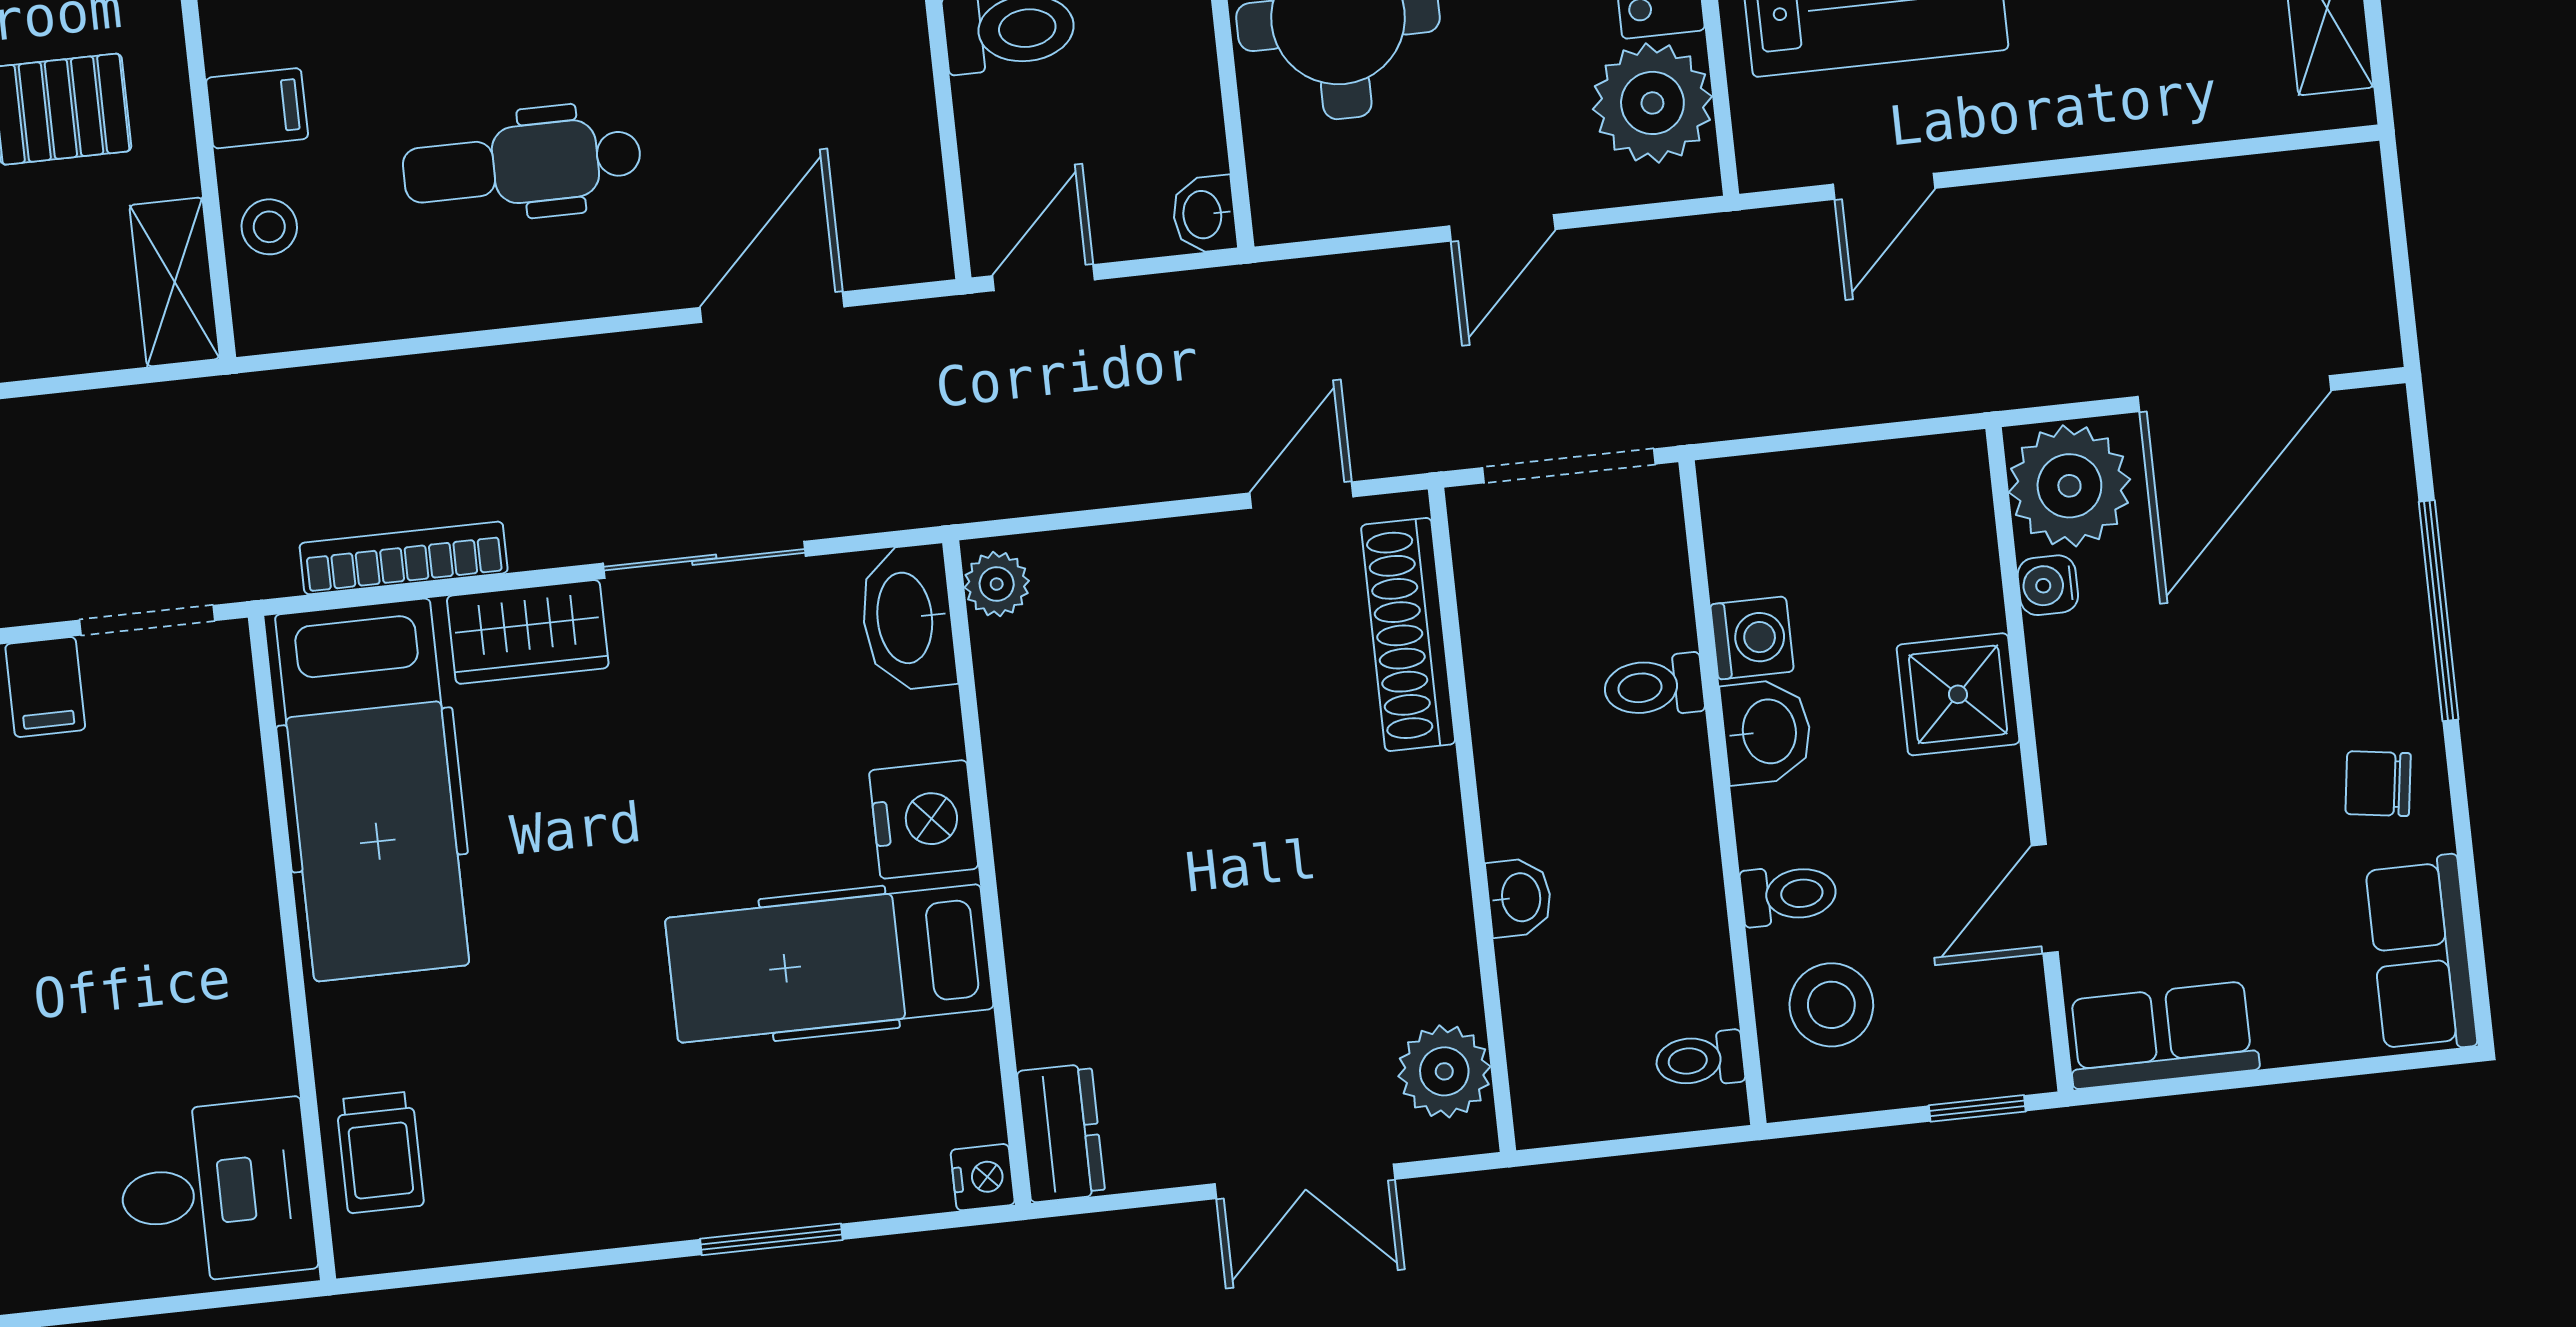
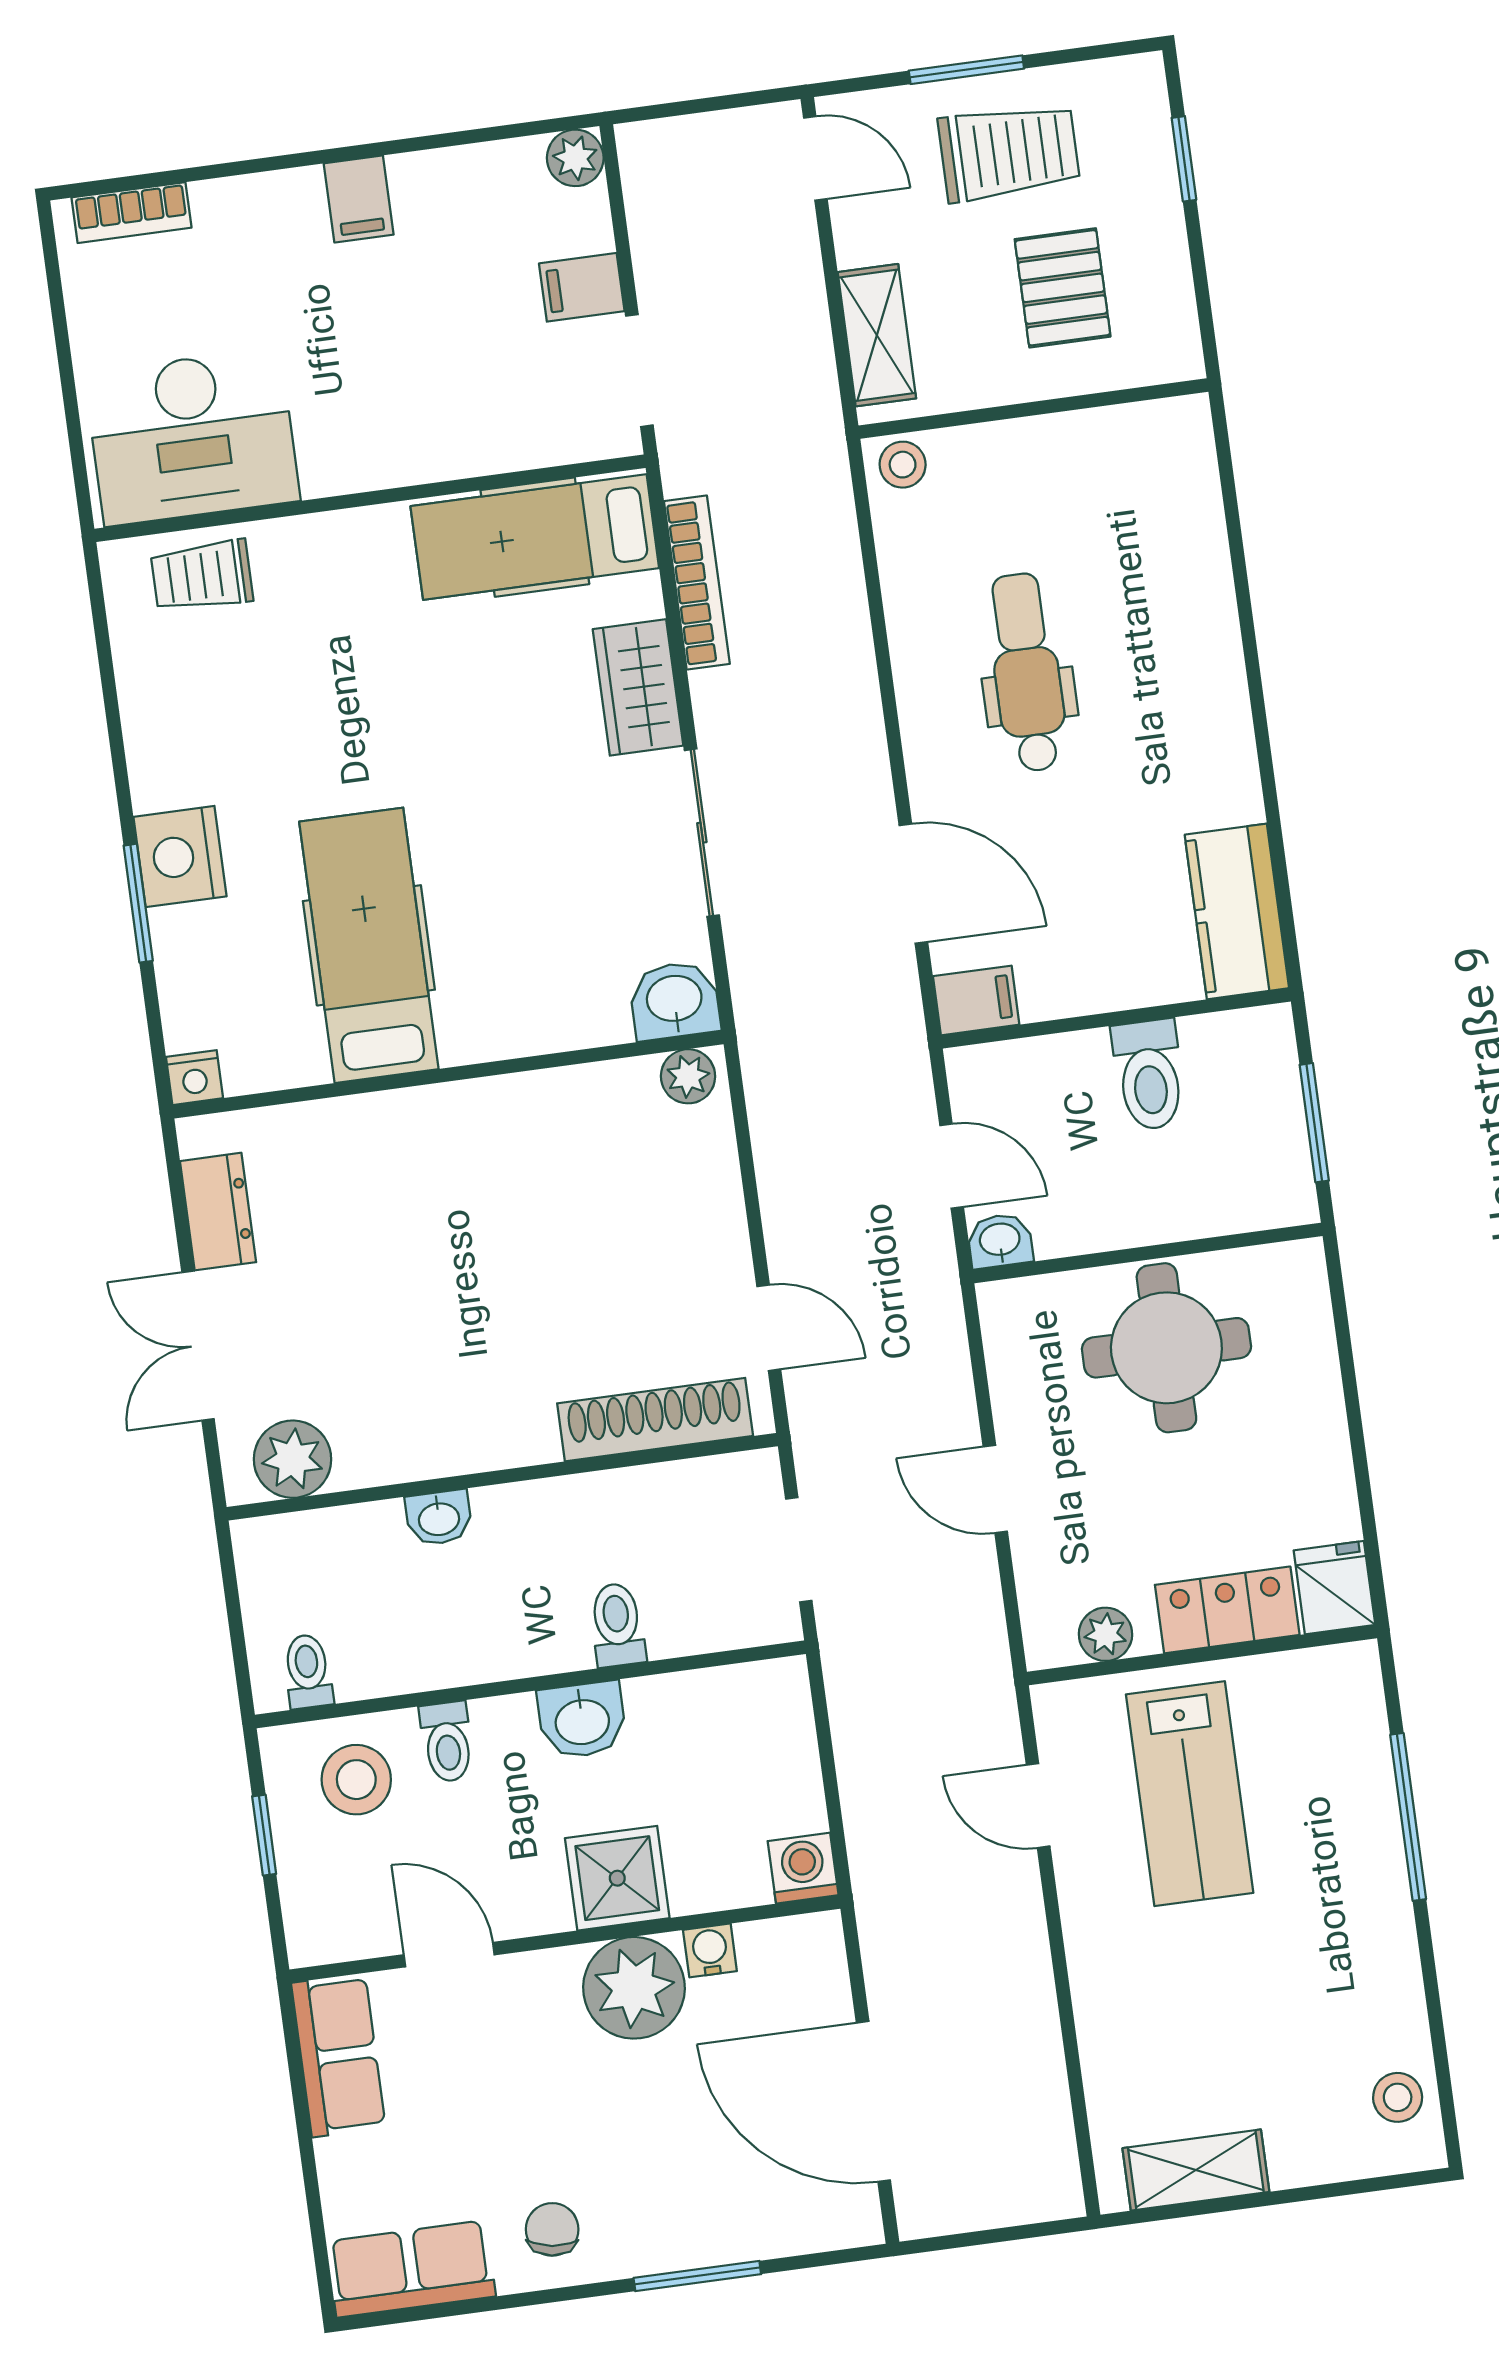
plant: (1652, 103) -> (1105, 1634), width x0.53, depth x0.53
filing cabinet: (257, 108) -> (976, 1000), moved, turned -90
stool: (269, 227) -> (903, 465), moved
door: (1044, 278) -> (952, 1166), moved
shelving: (175, 282) -> (877, 335), moved, turned 90
doorway: (1569, 466) -> (799, 1550), width x0.73
plant: (2069, 486) -> (634, 1988), moved
window: (2439, 611) -> (697, 2276), width x0.69
washbasin: (907, 618) -> (674, 1001), width x0.72
washing machine: (1752, 638) -> (803, 1868), moved, turned 180
hospital bed: (372, 790) -> (535, 537), width x0.73, depth x0.78
nightstand: (924, 819) -> (180, 857), moved, turned 90
window: (1977, 1108) -> (264, 1835), moved
dresser: (1061, 1133) -> (218, 1212), moved, turned -90
desk: (216, 1192) -> (192, 437), width x1.37

